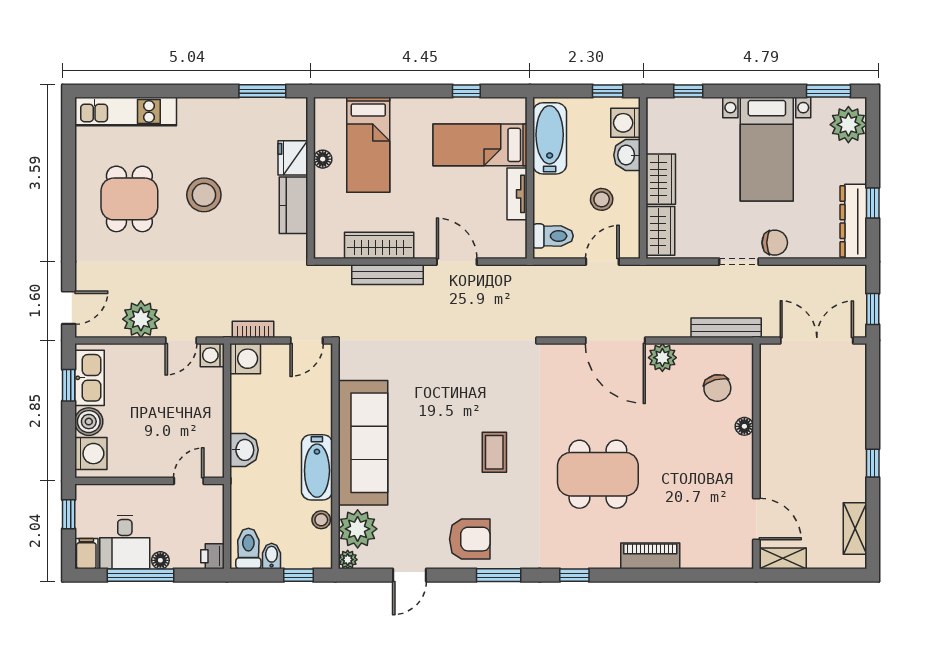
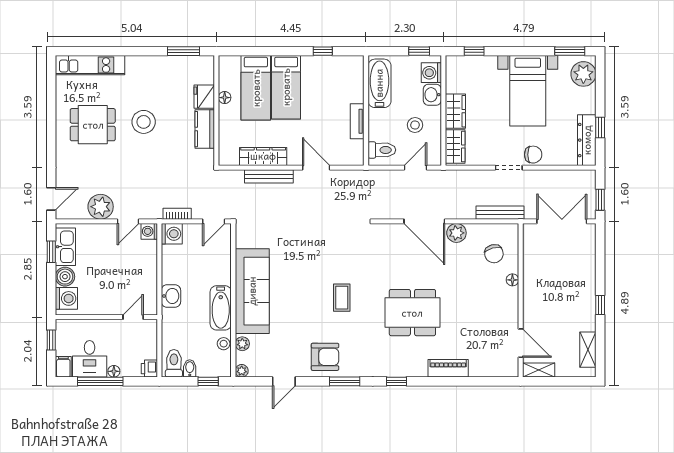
bed: (480, 145) -> (286, 87), moved, turned -90
dining table: (129, 199) -> (93, 125), turned 90
plant: (358, 529) -> (242, 344), width x0.53, depth x0.53

